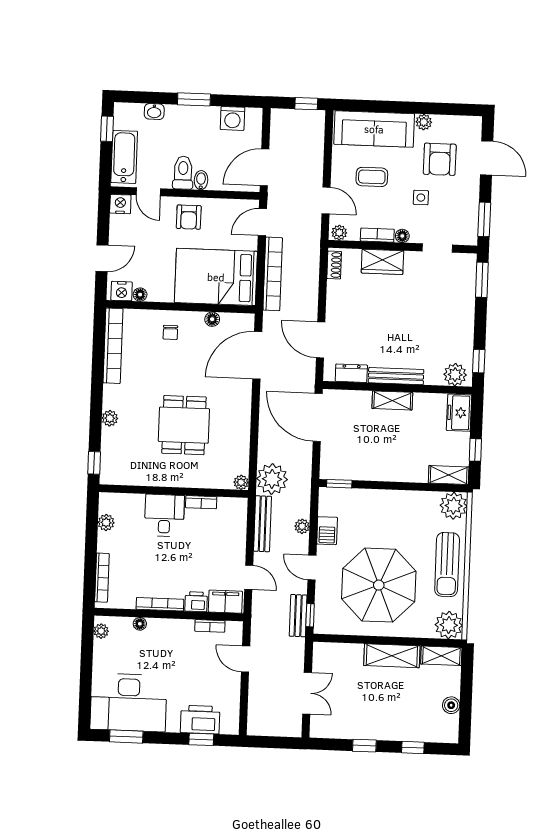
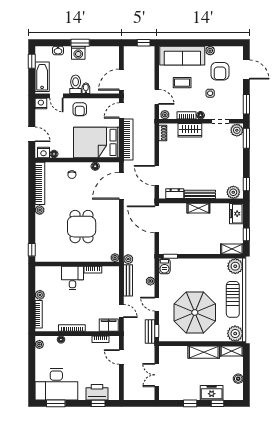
washing machine: (232, 118) -> (78, 53), moved
door: (102, 258) -> (32, 134), hinge flipped
plant: (466, 265) -> (237, 130), added
plant: (110, 418) -> (40, 210), moved
plant: (272, 479) -> (128, 259), width x0.53, depth x0.53
plant: (106, 523) -> (40, 295), moved
barbecue: (327, 531) -> (164, 266), moved
printer: (196, 602) -> (92, 326), removed
double door: (307, 693) -> (157, 375), swing flipped
freezer: (403, 728) -> (212, 393), added

